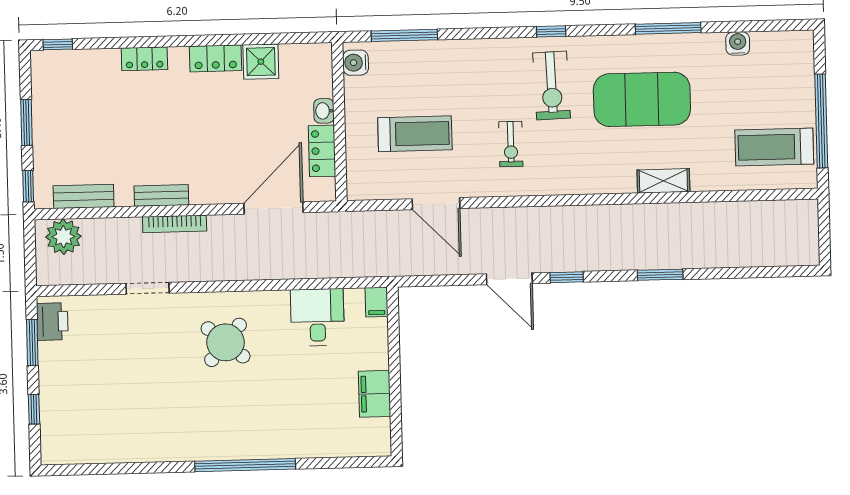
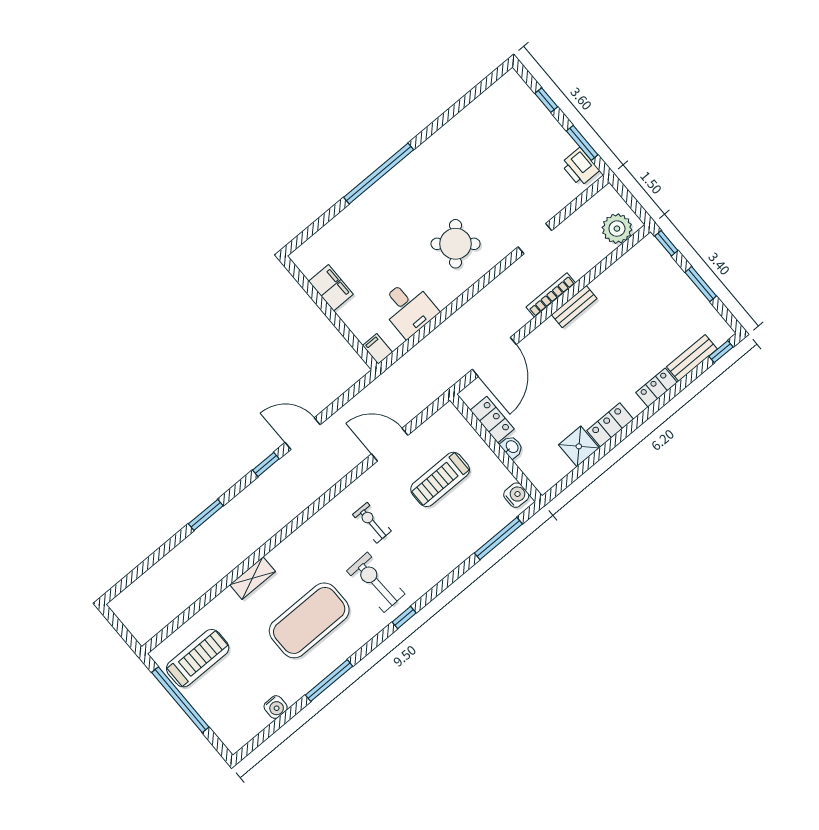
bench: (84, 196) -> (692, 358), moved

